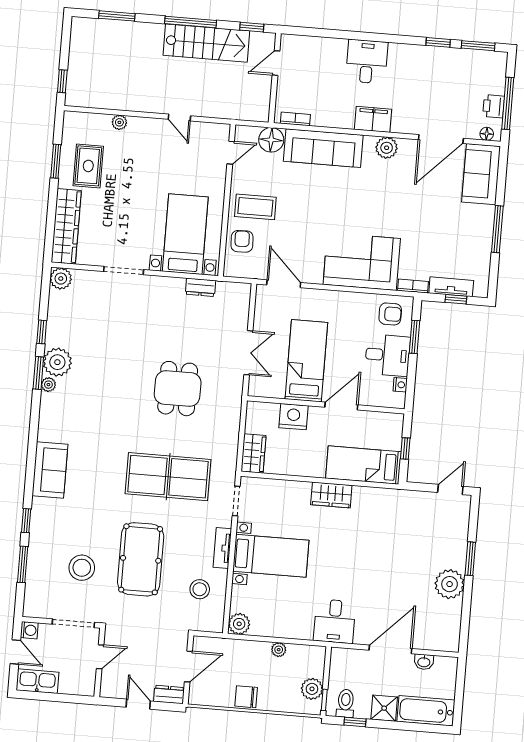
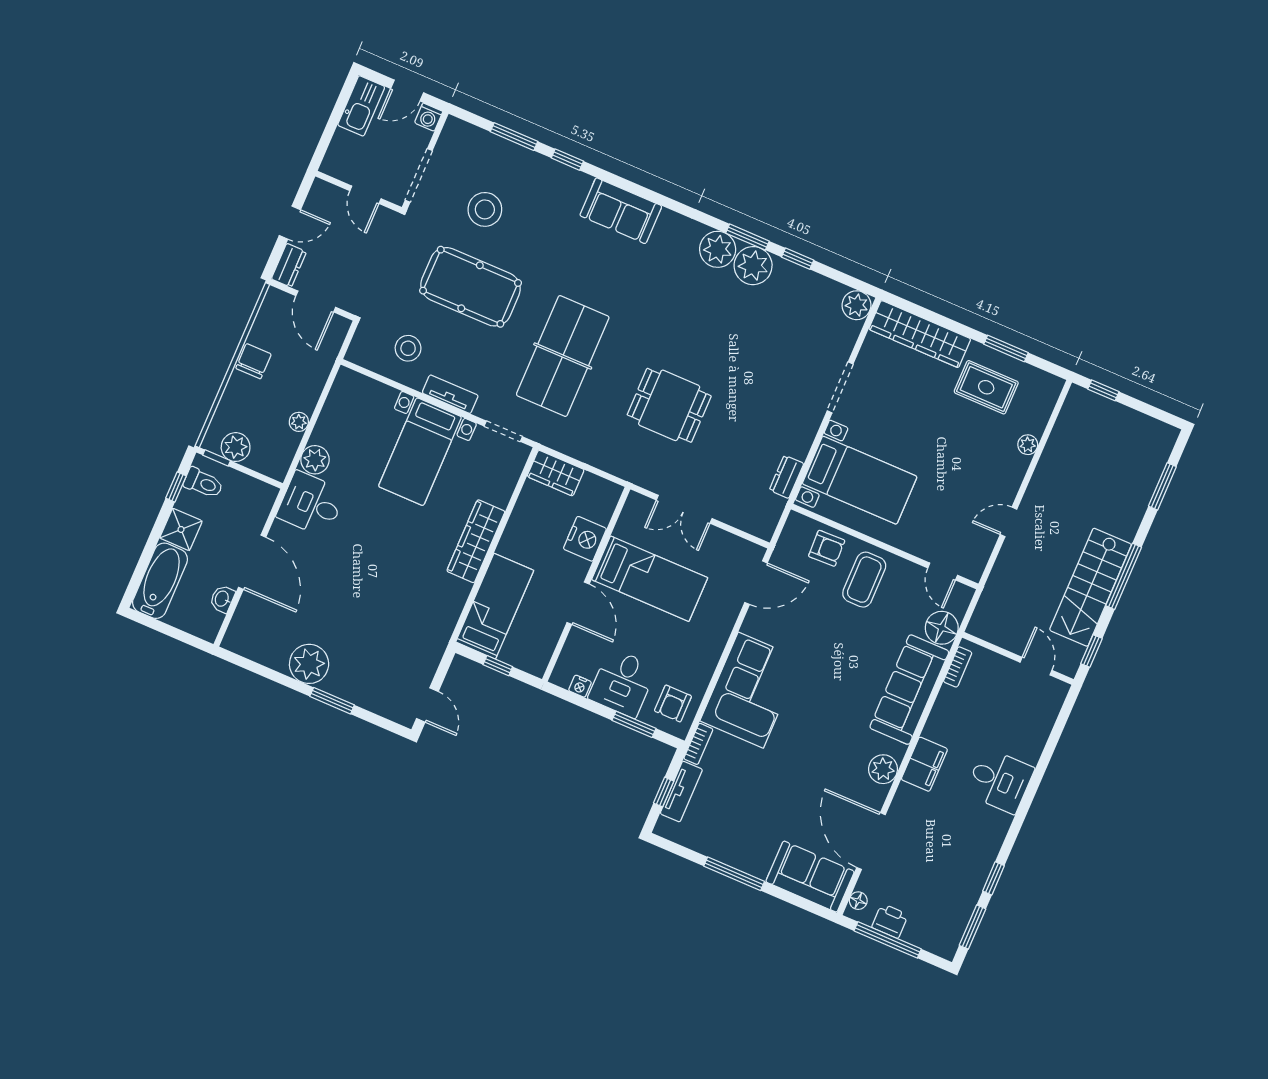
plant: (48, 385) -> (718, 249), width x1.88, depth x1.88
wardrobe: (331, 495) -> (476, 541), width x1.50
plant: (239, 624) -> (315, 460), moved

